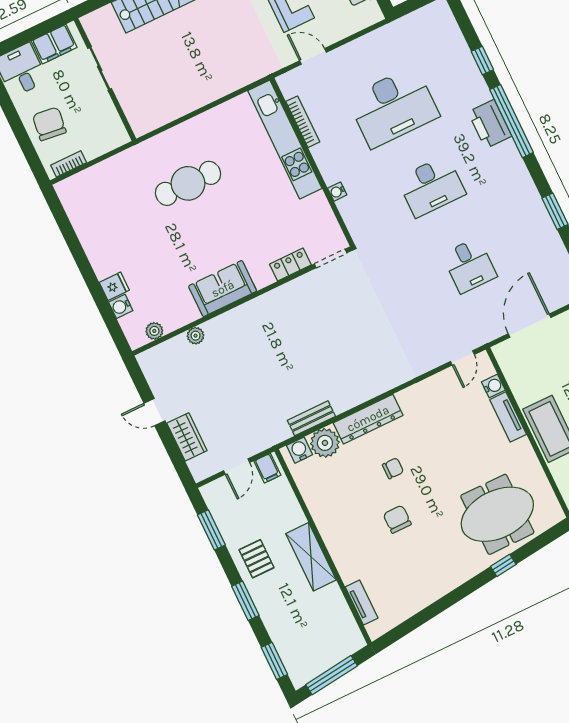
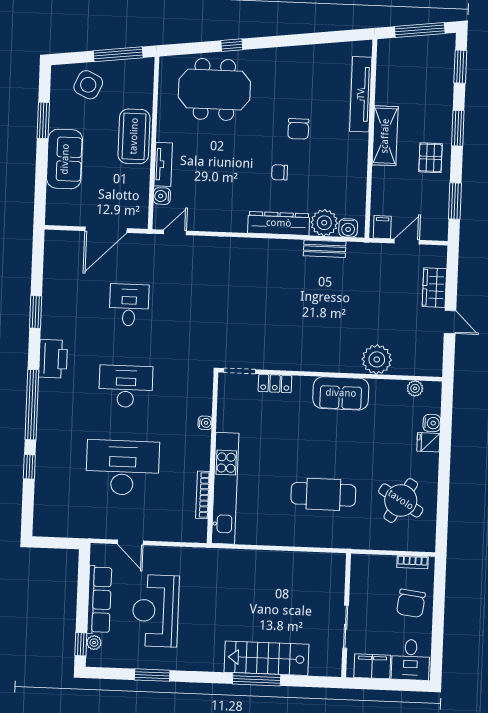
door: (313, 56) -> (130, 542), moved
printer: (490, 124) -> (53, 359), moved
round table: (111, 217) -> (401, 500), added
plant: (196, 336) -> (377, 359), width x1.87, depth x1.87
tv unit: (362, 603) -> (361, 94), width x1.92, depth x1.29

